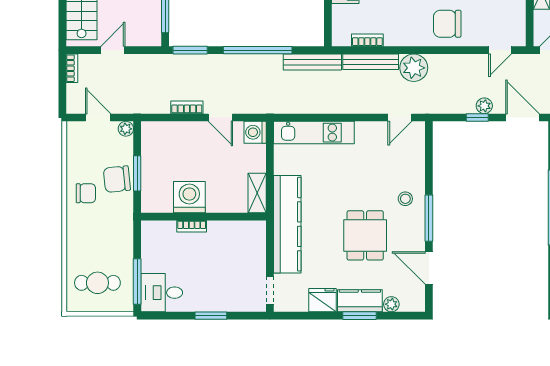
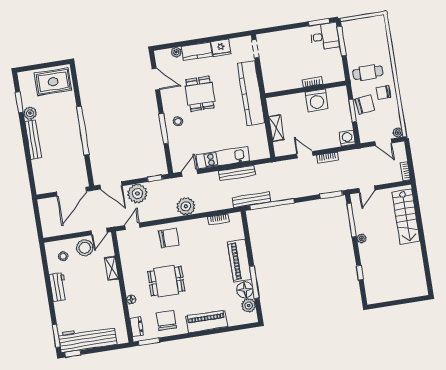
door: (113, 50) -> (367, 189), moved
window: (258, 50) -> (272, 204), moved
bench: (371, 62) -> (237, 173), moved
plant: (484, 106) -> (137, 194), width x1.87, depth x1.87
window: (477, 117) -> (155, 178), moved
plant: (126, 129) -> (398, 133), moved
washing machine: (255, 132) -> (347, 138), moved, turned -90
kitchen unit: (314, 133) -> (223, 158), moved
shelving: (257, 193) -> (276, 128), moved
window: (429, 218) -> (164, 129), moved
cafe table: (97, 283) -> (368, 73), moved
window: (211, 316) -> (319, 22), moved
window: (360, 316) -> (195, 42), removed

